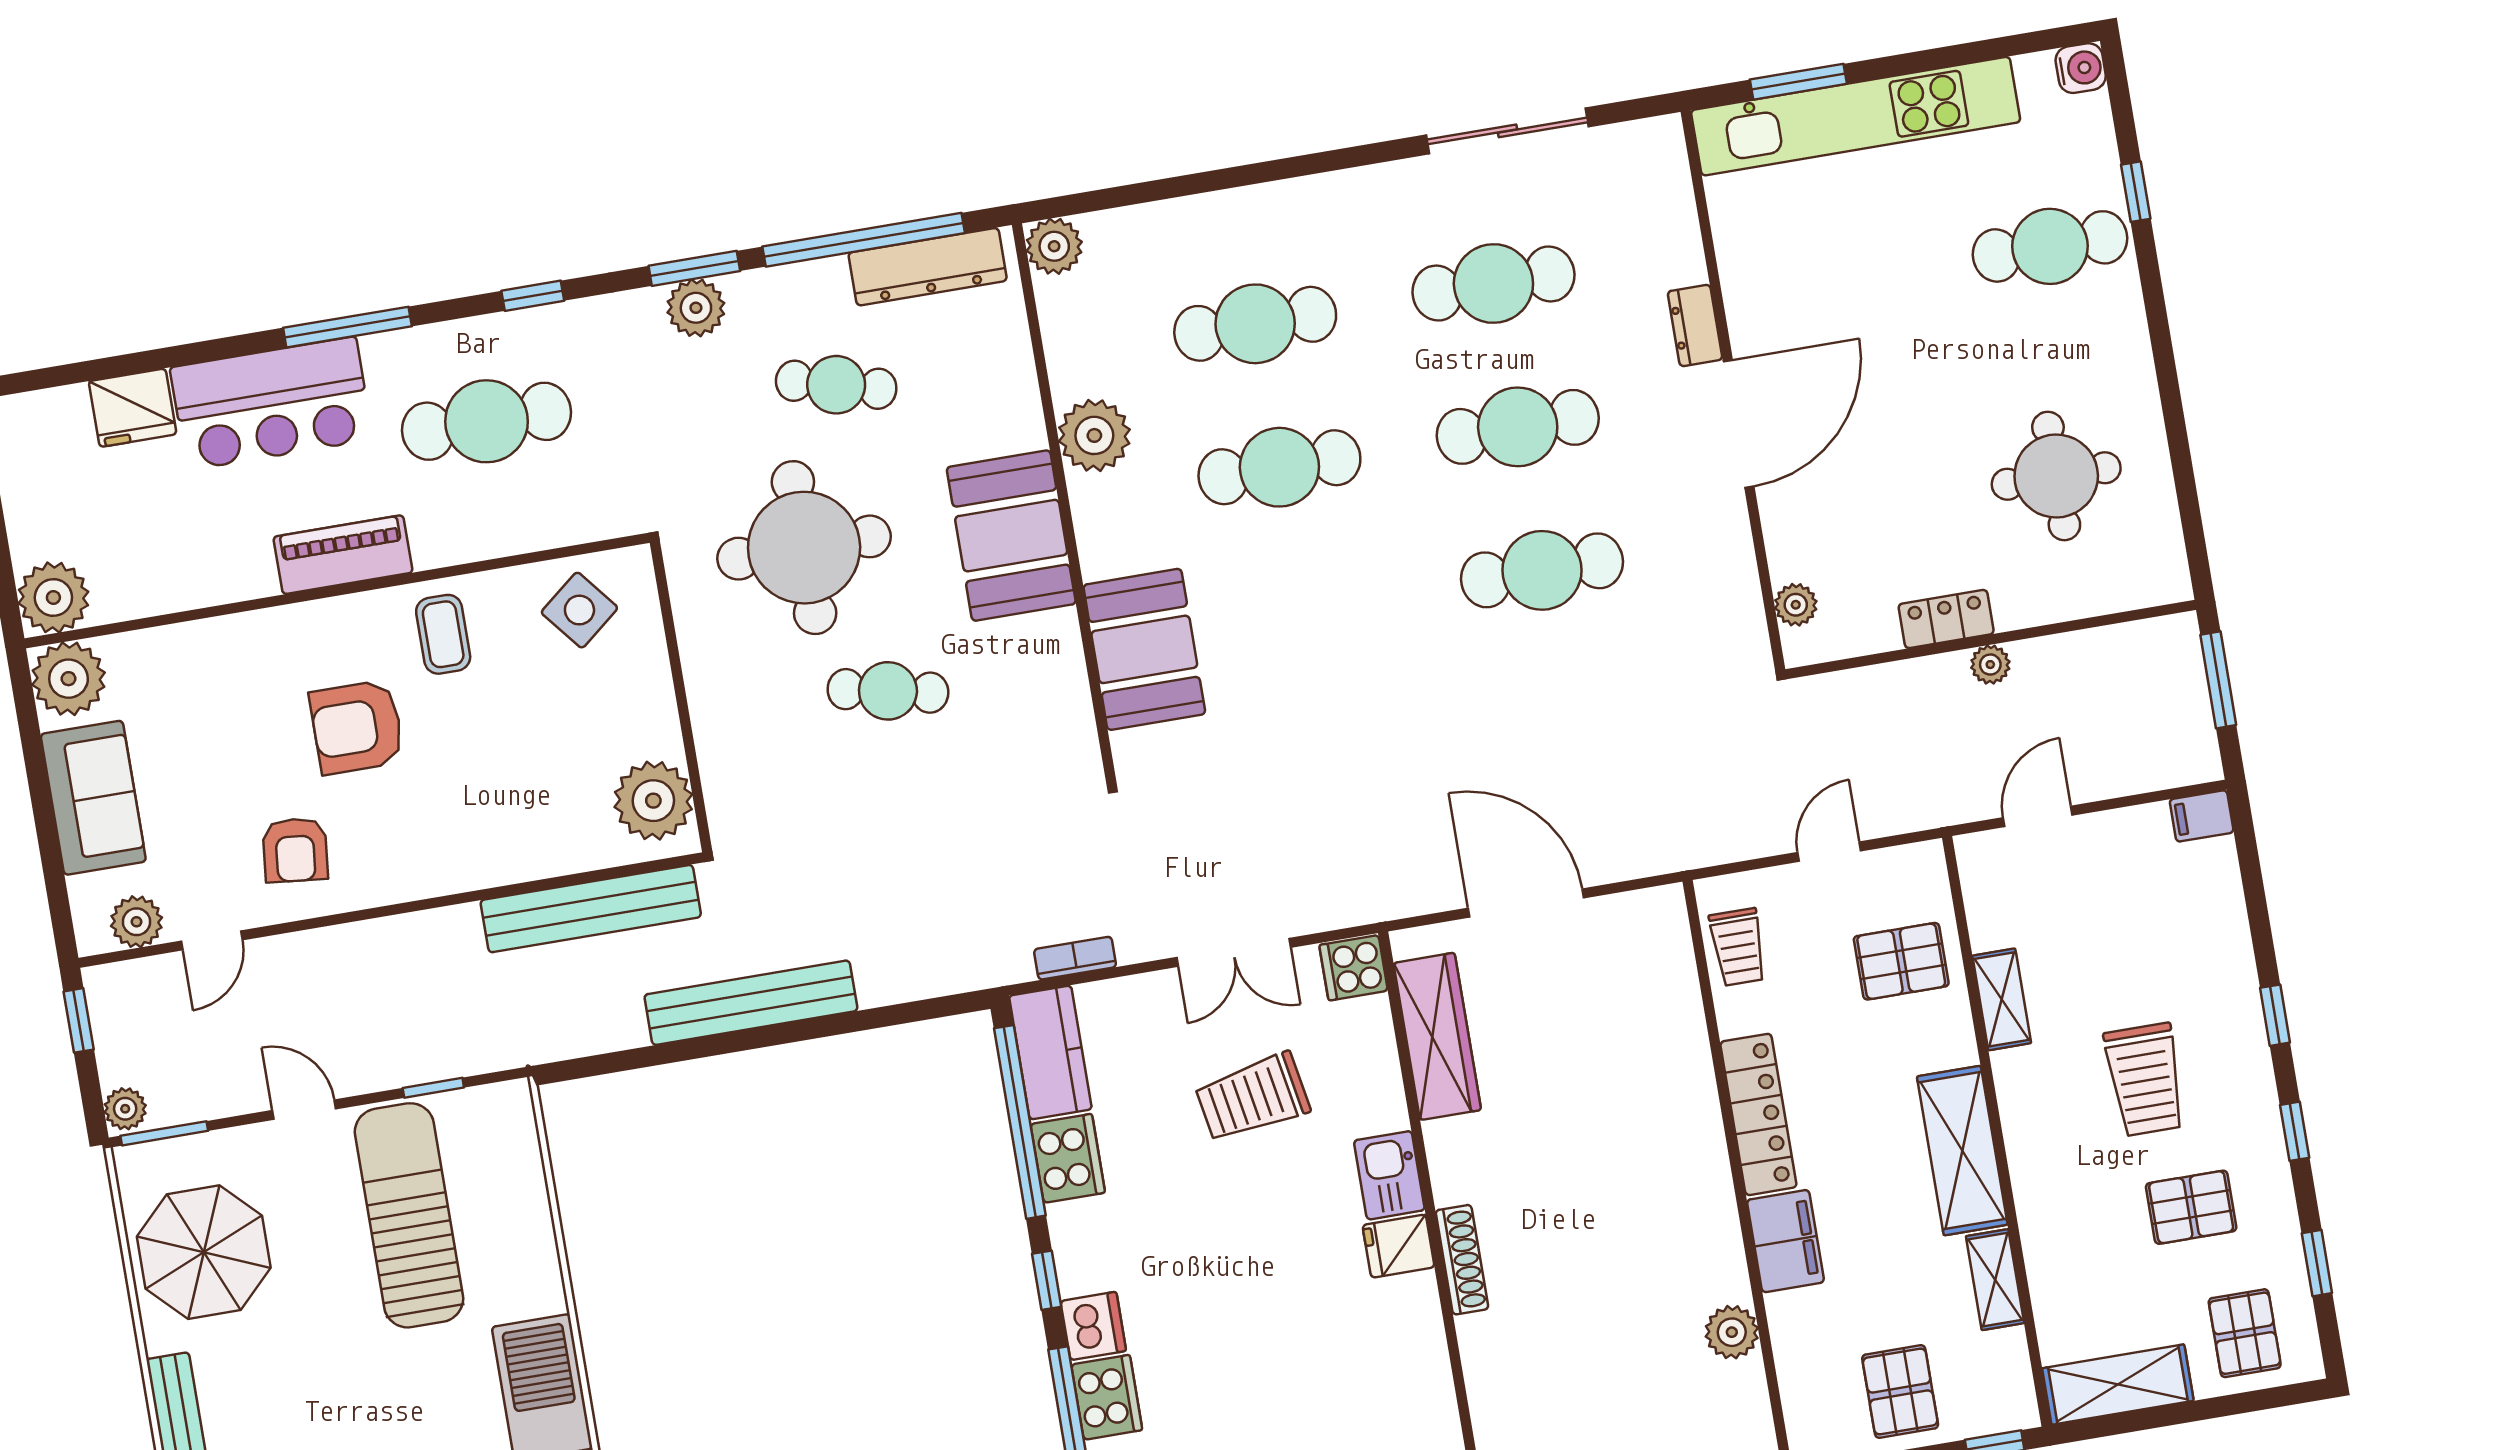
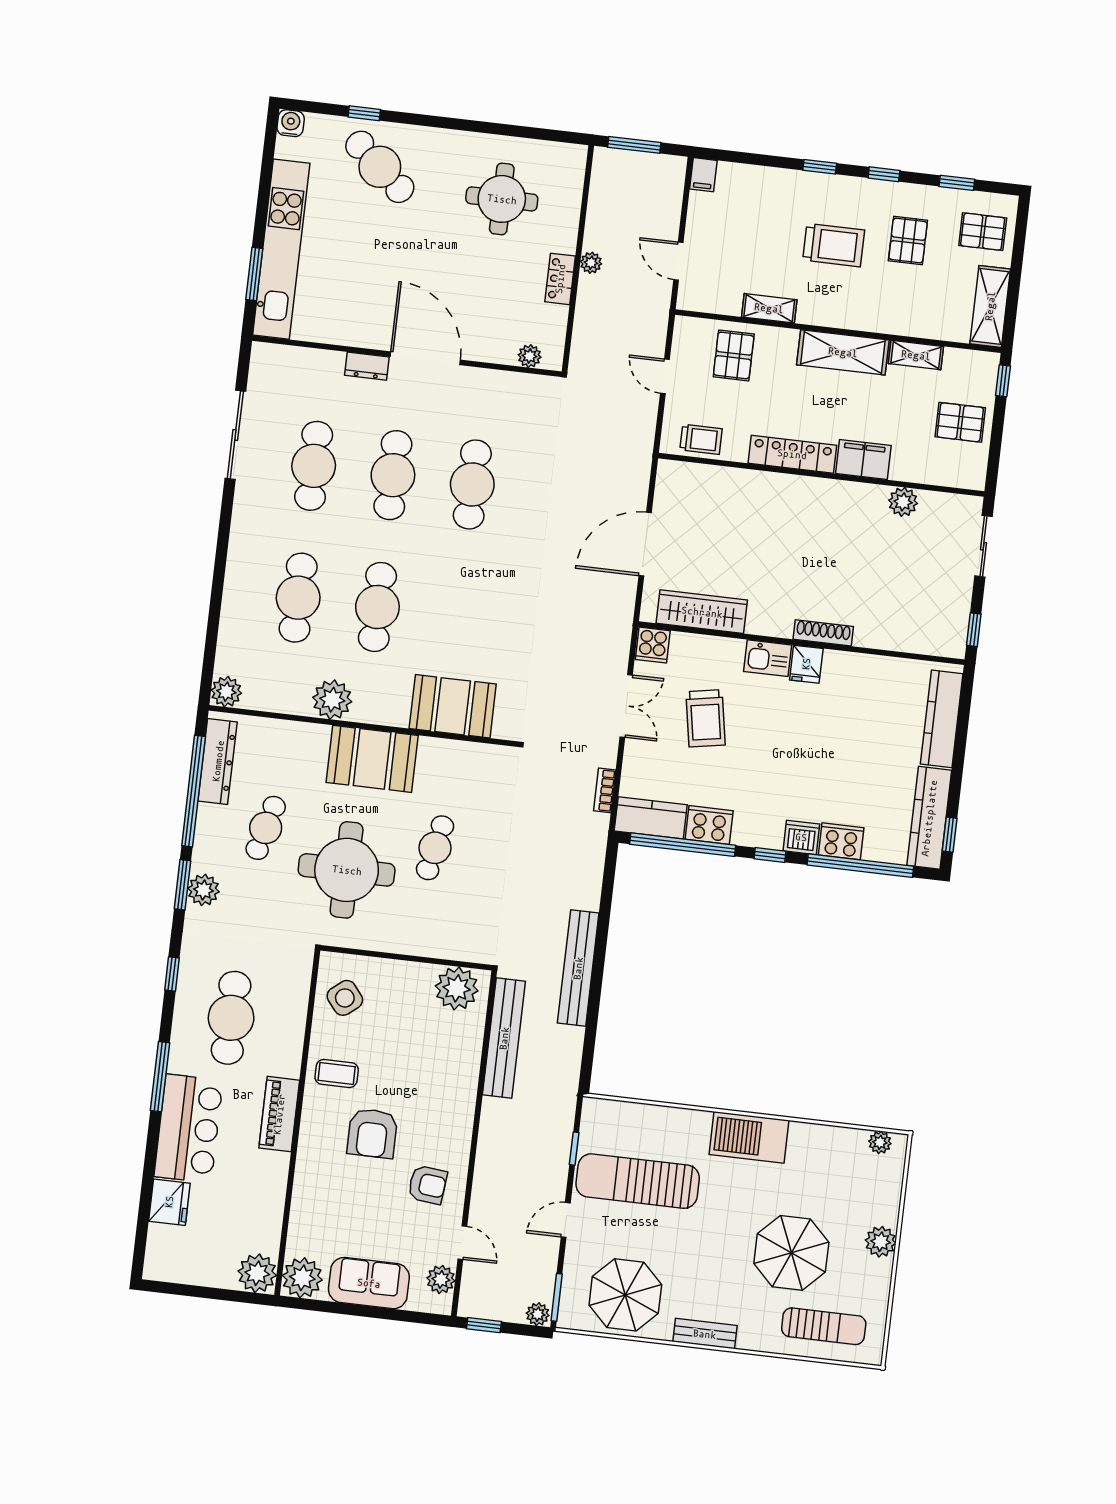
cafe table: (2050, 246) -> (380, 167), turned -49

